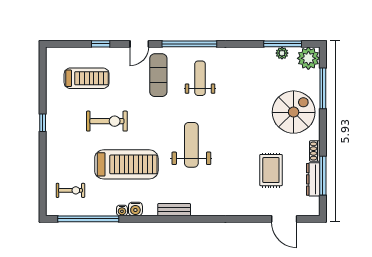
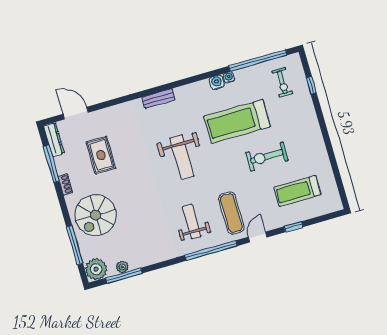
weight bench: (200, 78) -> (192, 221), turned 180
window: (43, 123) -> (311, 85), moved
dresser: (313, 179) -> (54, 139), moved
exercise bike: (70, 190) -> (282, 82), turned -90
bench: (174, 210) -> (159, 99), moved

